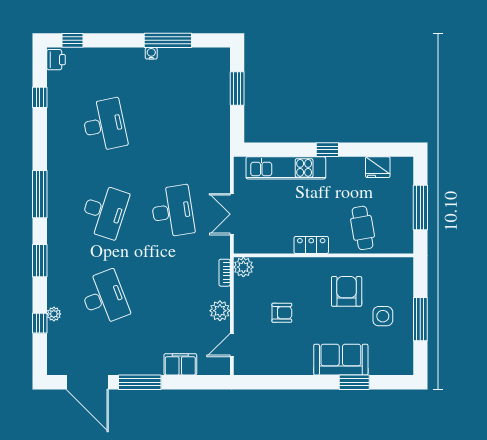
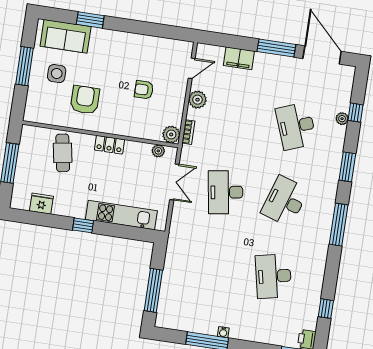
window: (237, 89) -> (153, 290), width x1.44
plant: (255, 246) -> (158, 151), added
armchair: (347, 291) -> (85, 100), turned 180
sofa: (341, 360) -> (66, 36), moved

